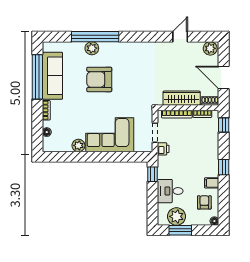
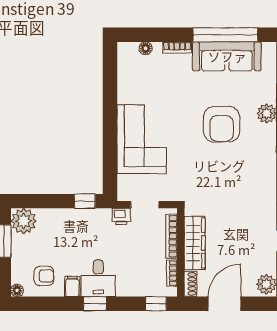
armchair: (99, 79) -> (222, 124), turned 180
plant: (78, 145) -> (126, 94), removed
desk: (170, 191) -> (98, 278), moved, turned 180
plant: (177, 216) -> (24, 221), moved

